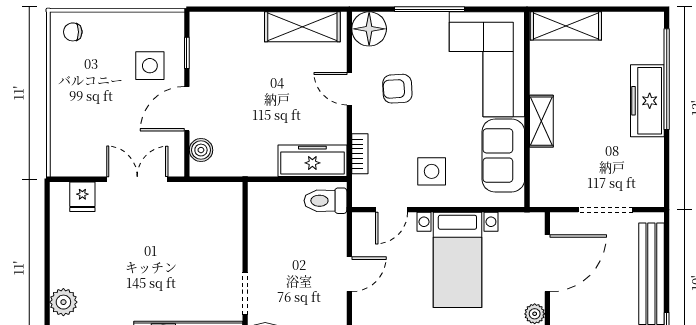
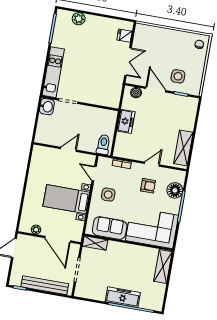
floor lamp: (369, 29) -> (175, 190), moved
armchair: (397, 89) -> (148, 186), turned 93
shelving: (541, 121) -> (95, 243), moved
freezer: (312, 161) -> (126, 121), moved, width x0.71
door: (349, 274) -> (68, 149), swing flipped

